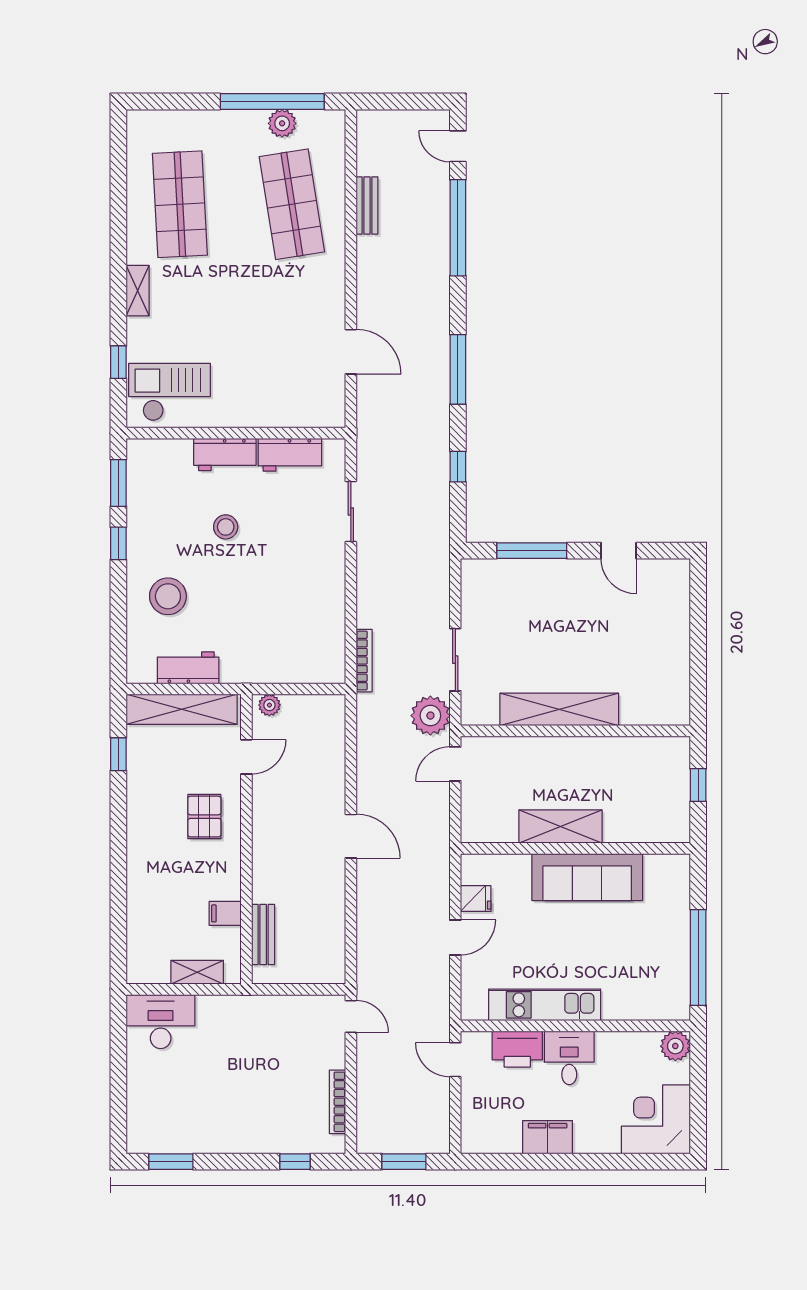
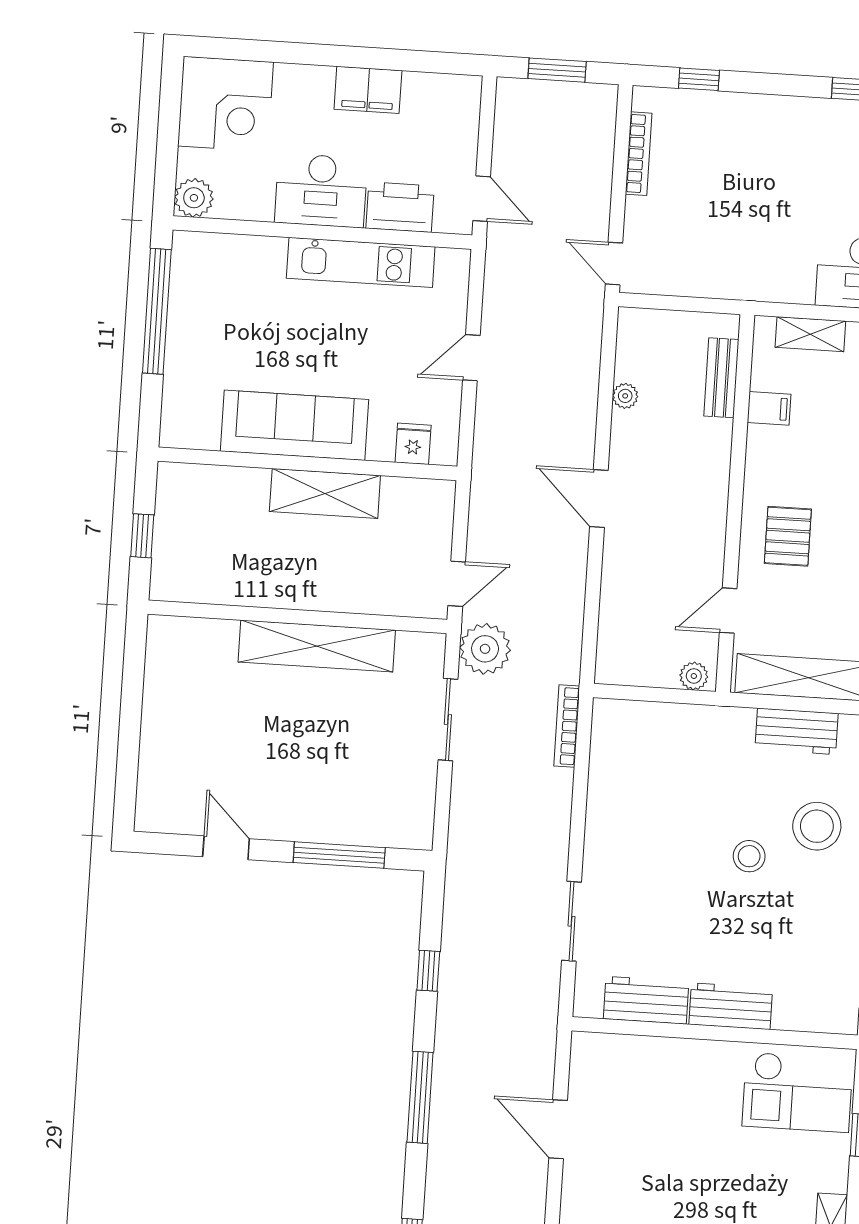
stool: (226, 527) -> (749, 856), moved
fridge: (476, 898) -> (413, 444), moved, turned 90
plant: (336, 916) -> (625, 396), added
desk: (569, 1058) -> (321, 191), width x1.37

